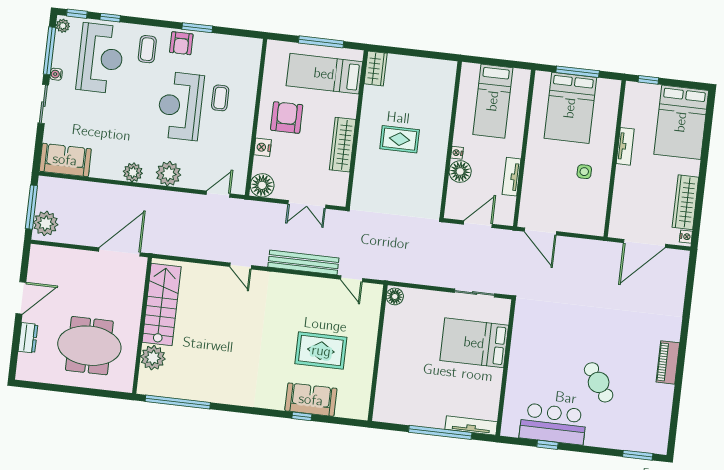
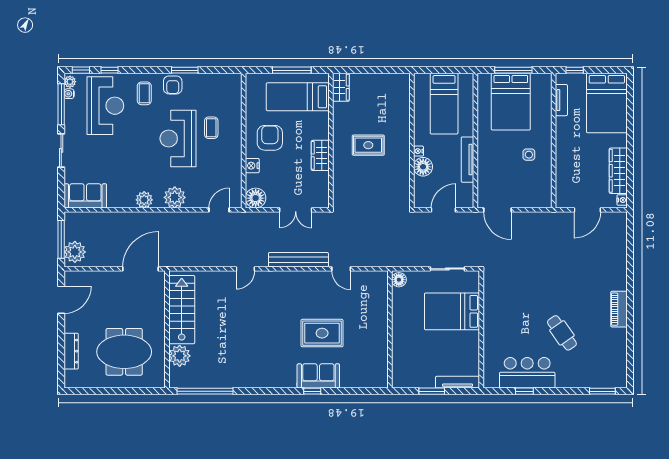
water cooler: (56, 74) -> (69, 94), moved
wardrobe: (343, 145) -> (320, 155), width x0.67
tv unit: (625, 146) -> (561, 100), moved
tv unit: (512, 177) -> (467, 160), width x1.41
door: (645, 243) -> (587, 210), width x0.73
door: (241, 266) -> (245, 269), hinge flipped
floor lamp: (395, 296) -> (399, 280), moved
door: (21, 298) -> (61, 300), moved
dresser: (28, 338) -> (71, 351), width x1.44
wall: (378, 353) -> (390, 329), moved
window: (440, 432) -> (432, 391), width x0.47

